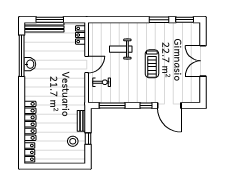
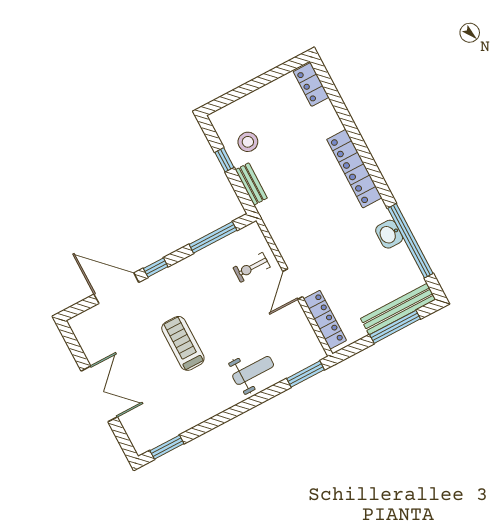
window: (159, 20) -> (305, 374), moved
locker: (80, 35) -> (325, 320), width x1.53
weight bench: (121, 49) -> (253, 370), moved
locker: (30, 121) -> (354, 169), moved

